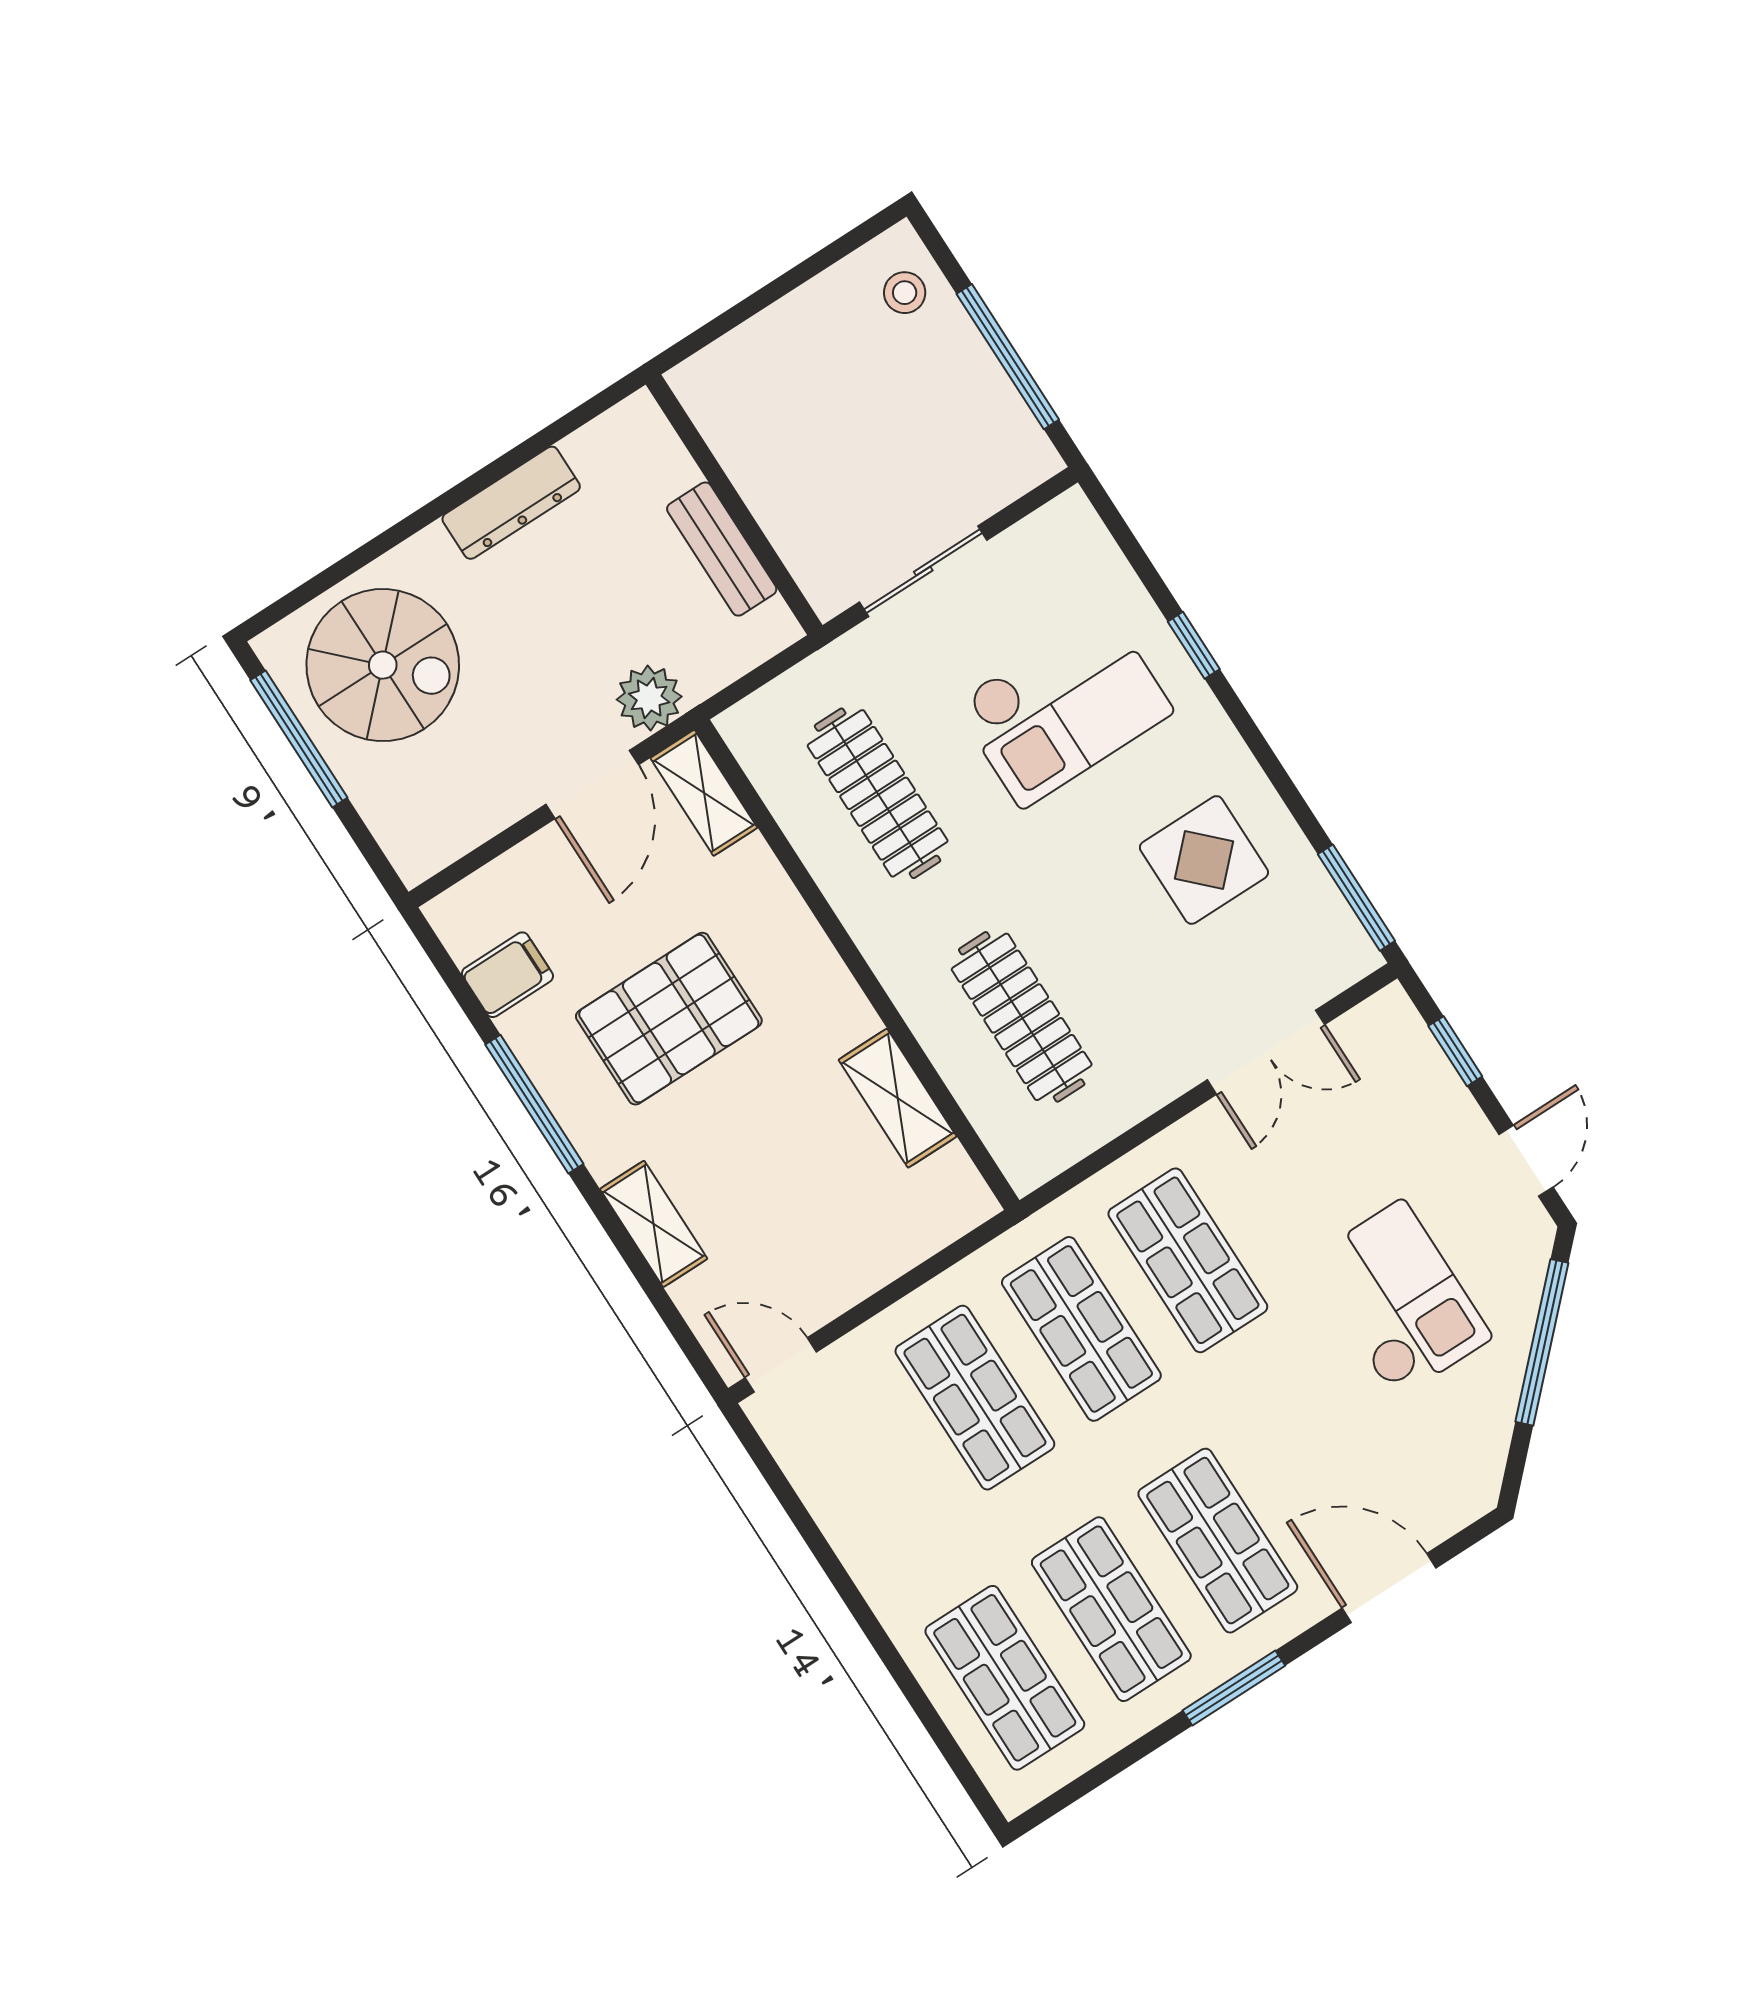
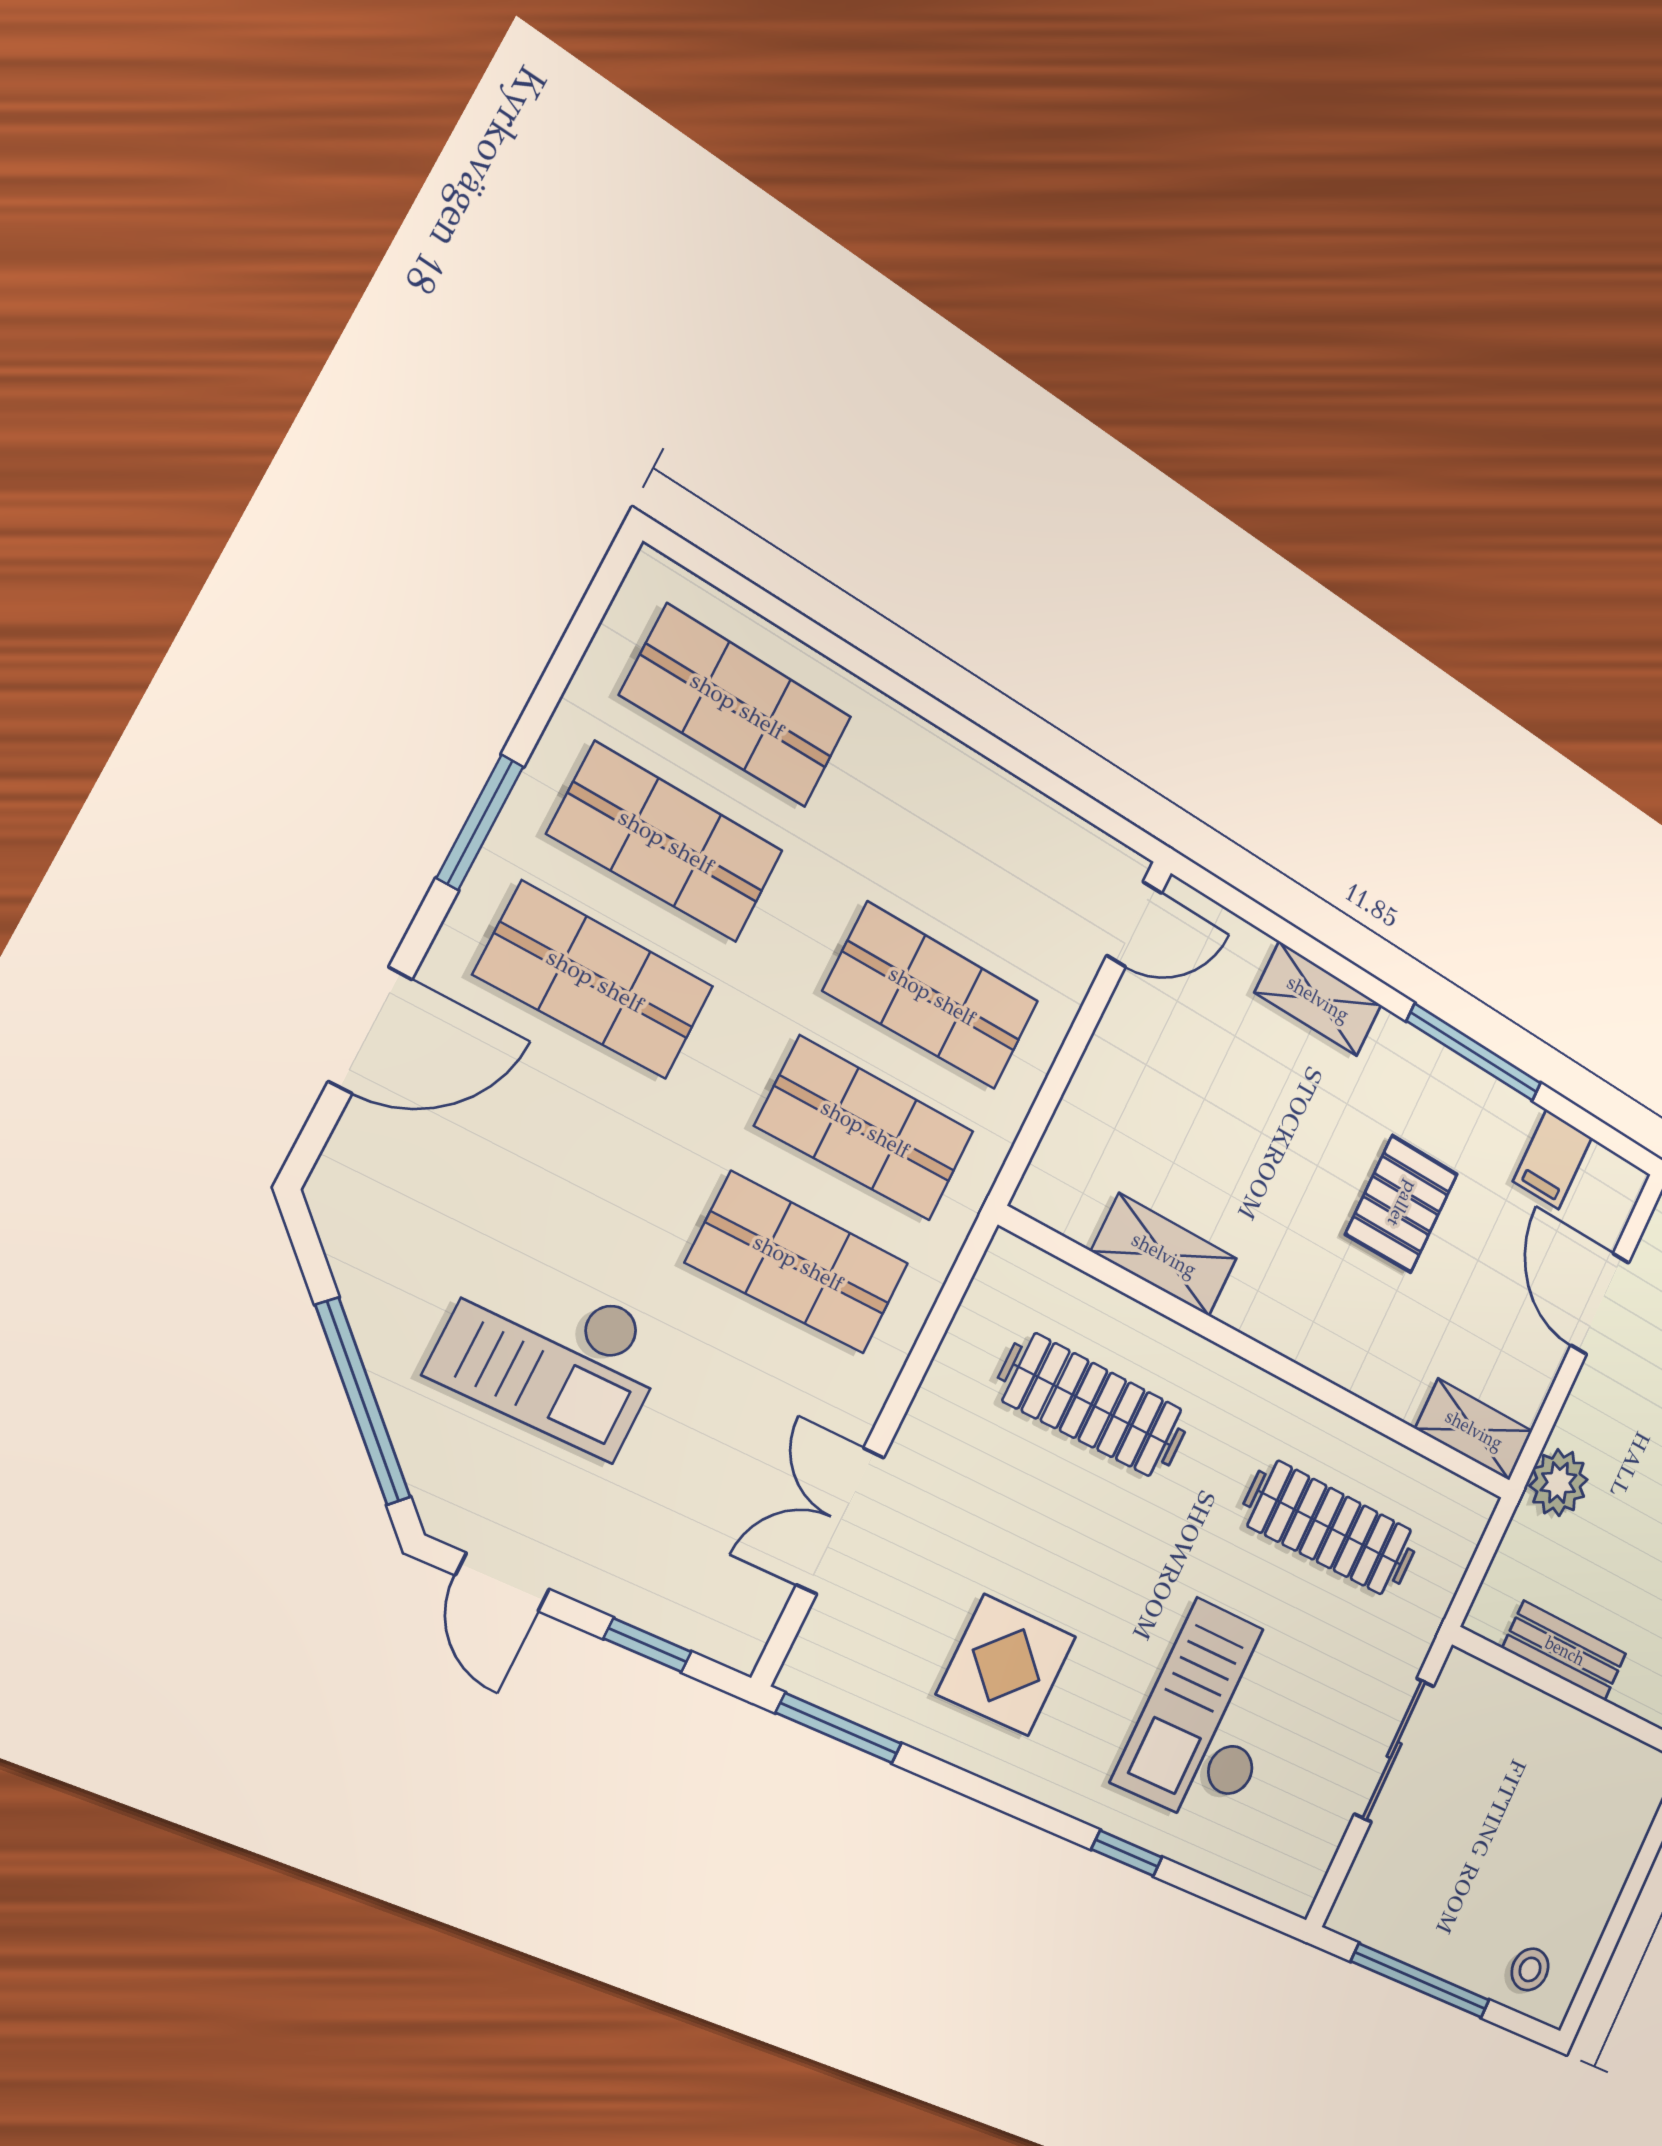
door: (592, 784) -> (1600, 1304), moved
pallet: (669, 1019) -> (1402, 1204), width x0.67, depth x0.71

